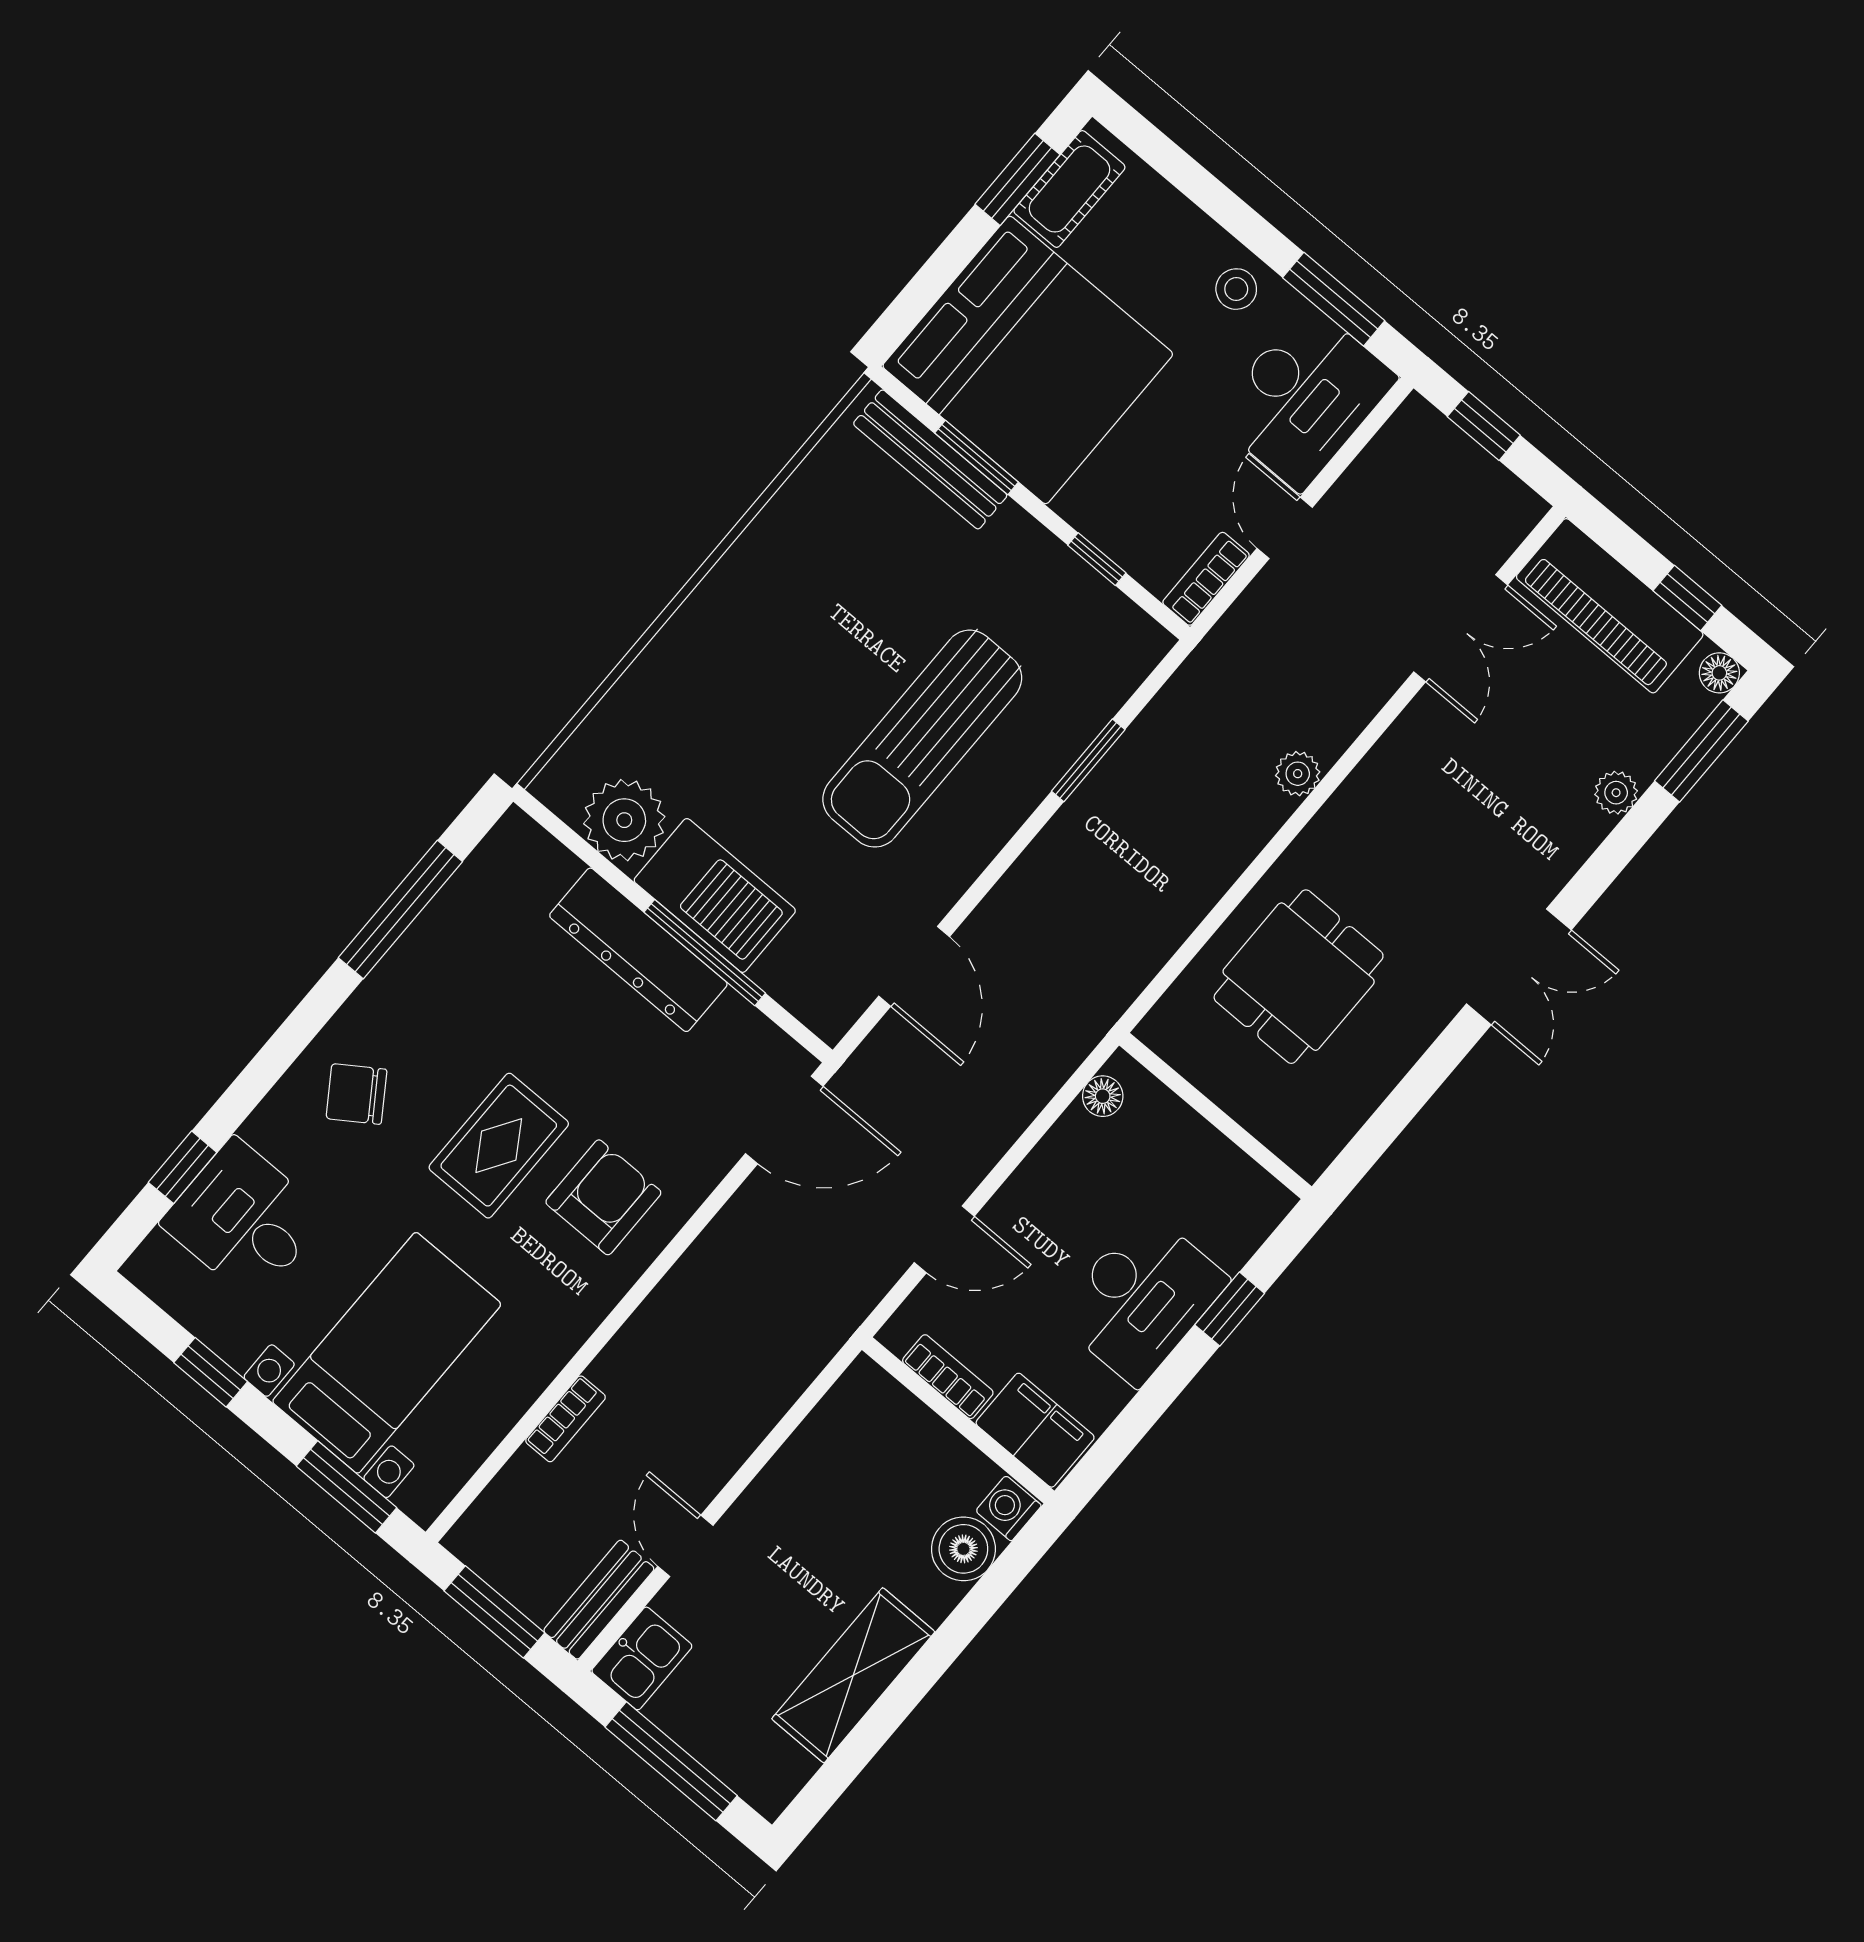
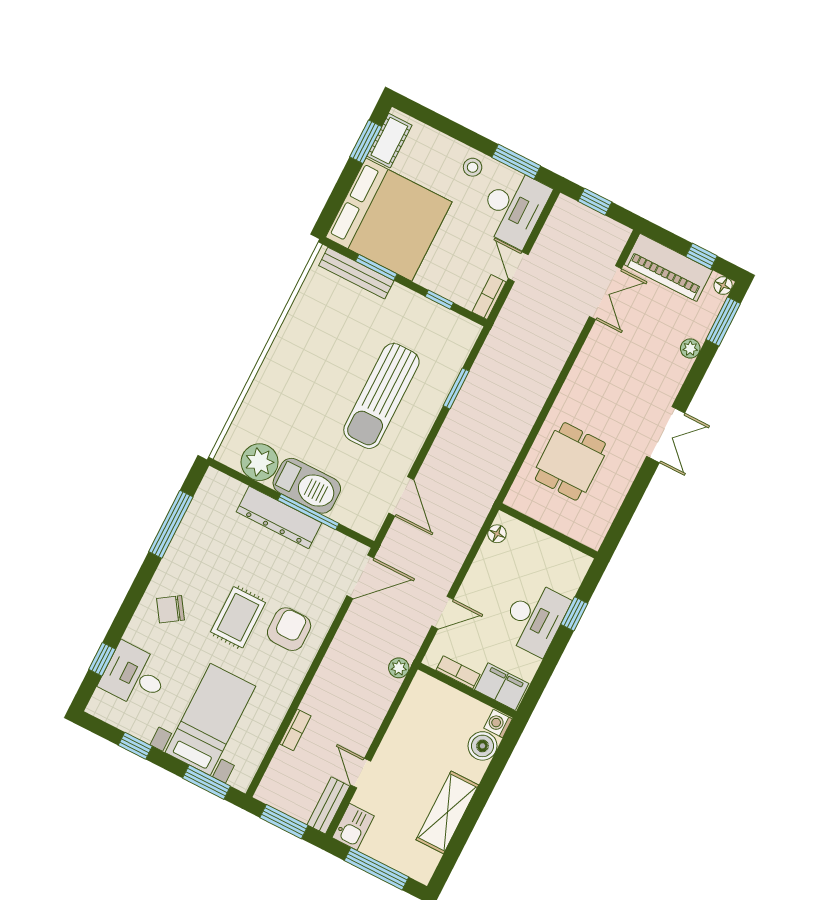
plant: (1298, 774) -> (399, 668), moved

